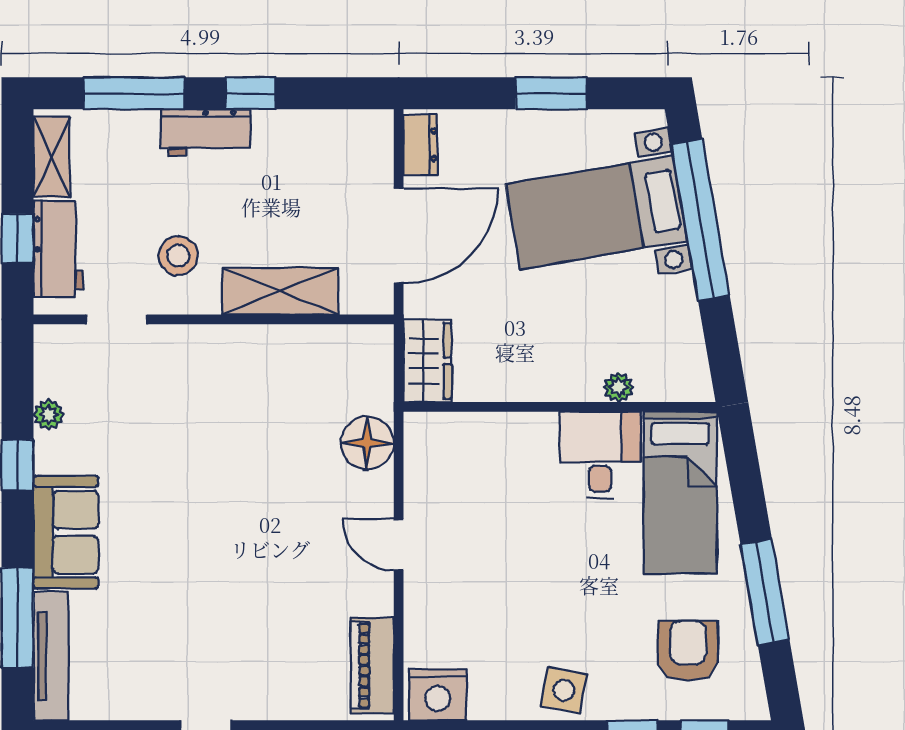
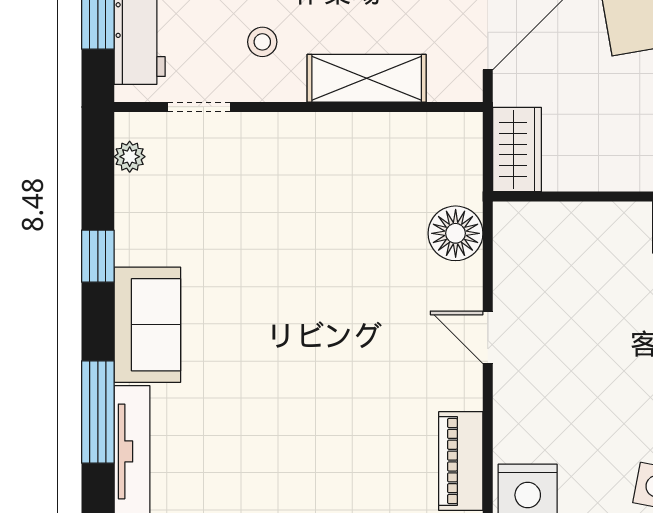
stool: (178, 256) -> (262, 42), width x0.73, depth x0.73
plant: (49, 415) -> (130, 157), moved

